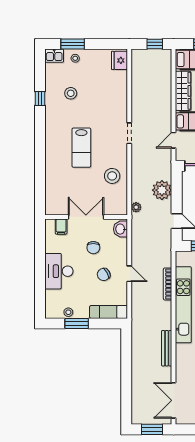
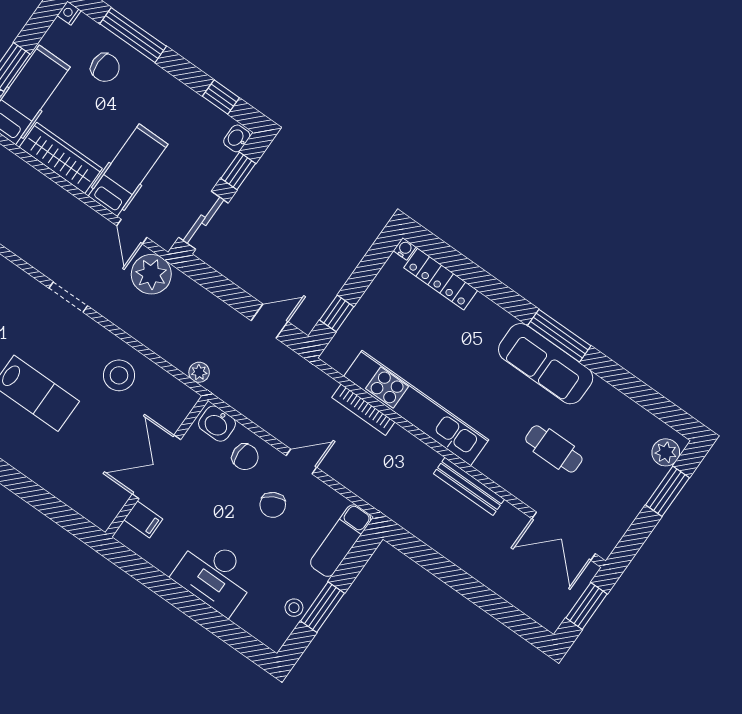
plant: (162, 190) -> (151, 274), moved
chair: (93, 248) -> (245, 457), moved

